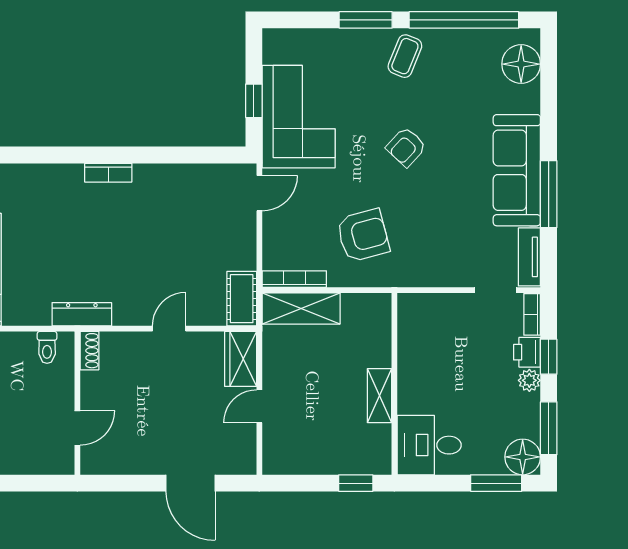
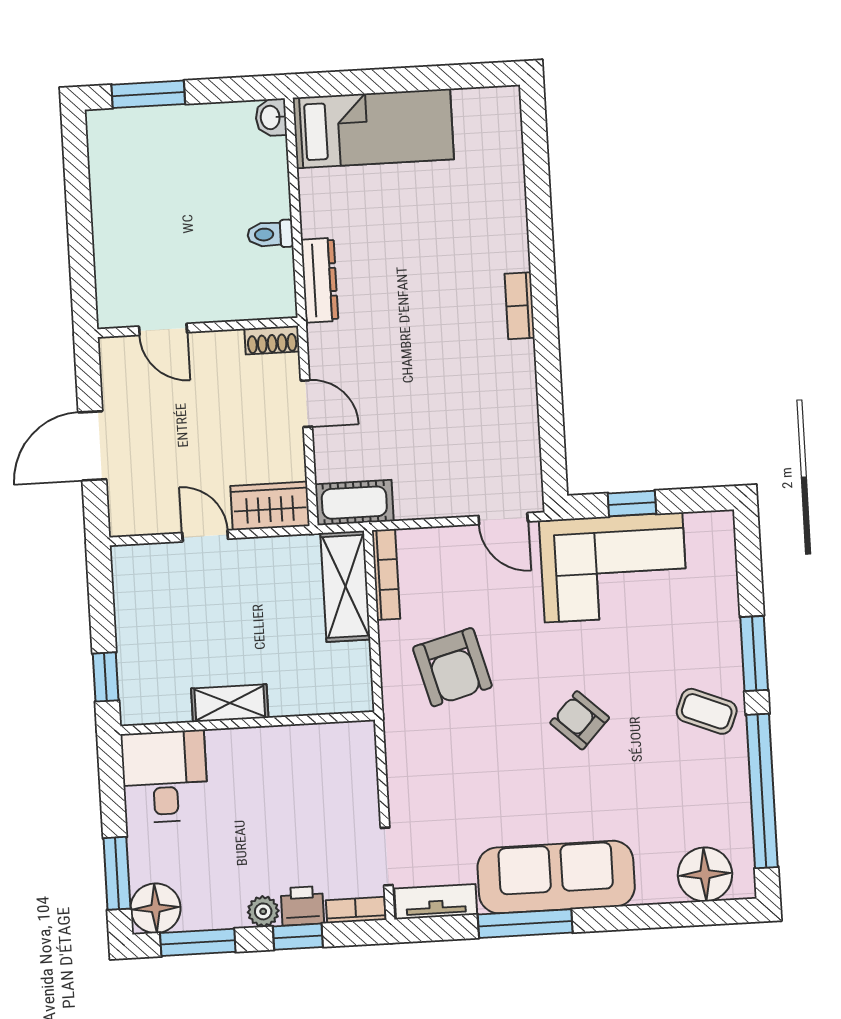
shoe rack: (89, 351) -> (272, 340), moved
wall: (77, 403) -> (198, 327), moved
door: (77, 428) -> (163, 329), moved

